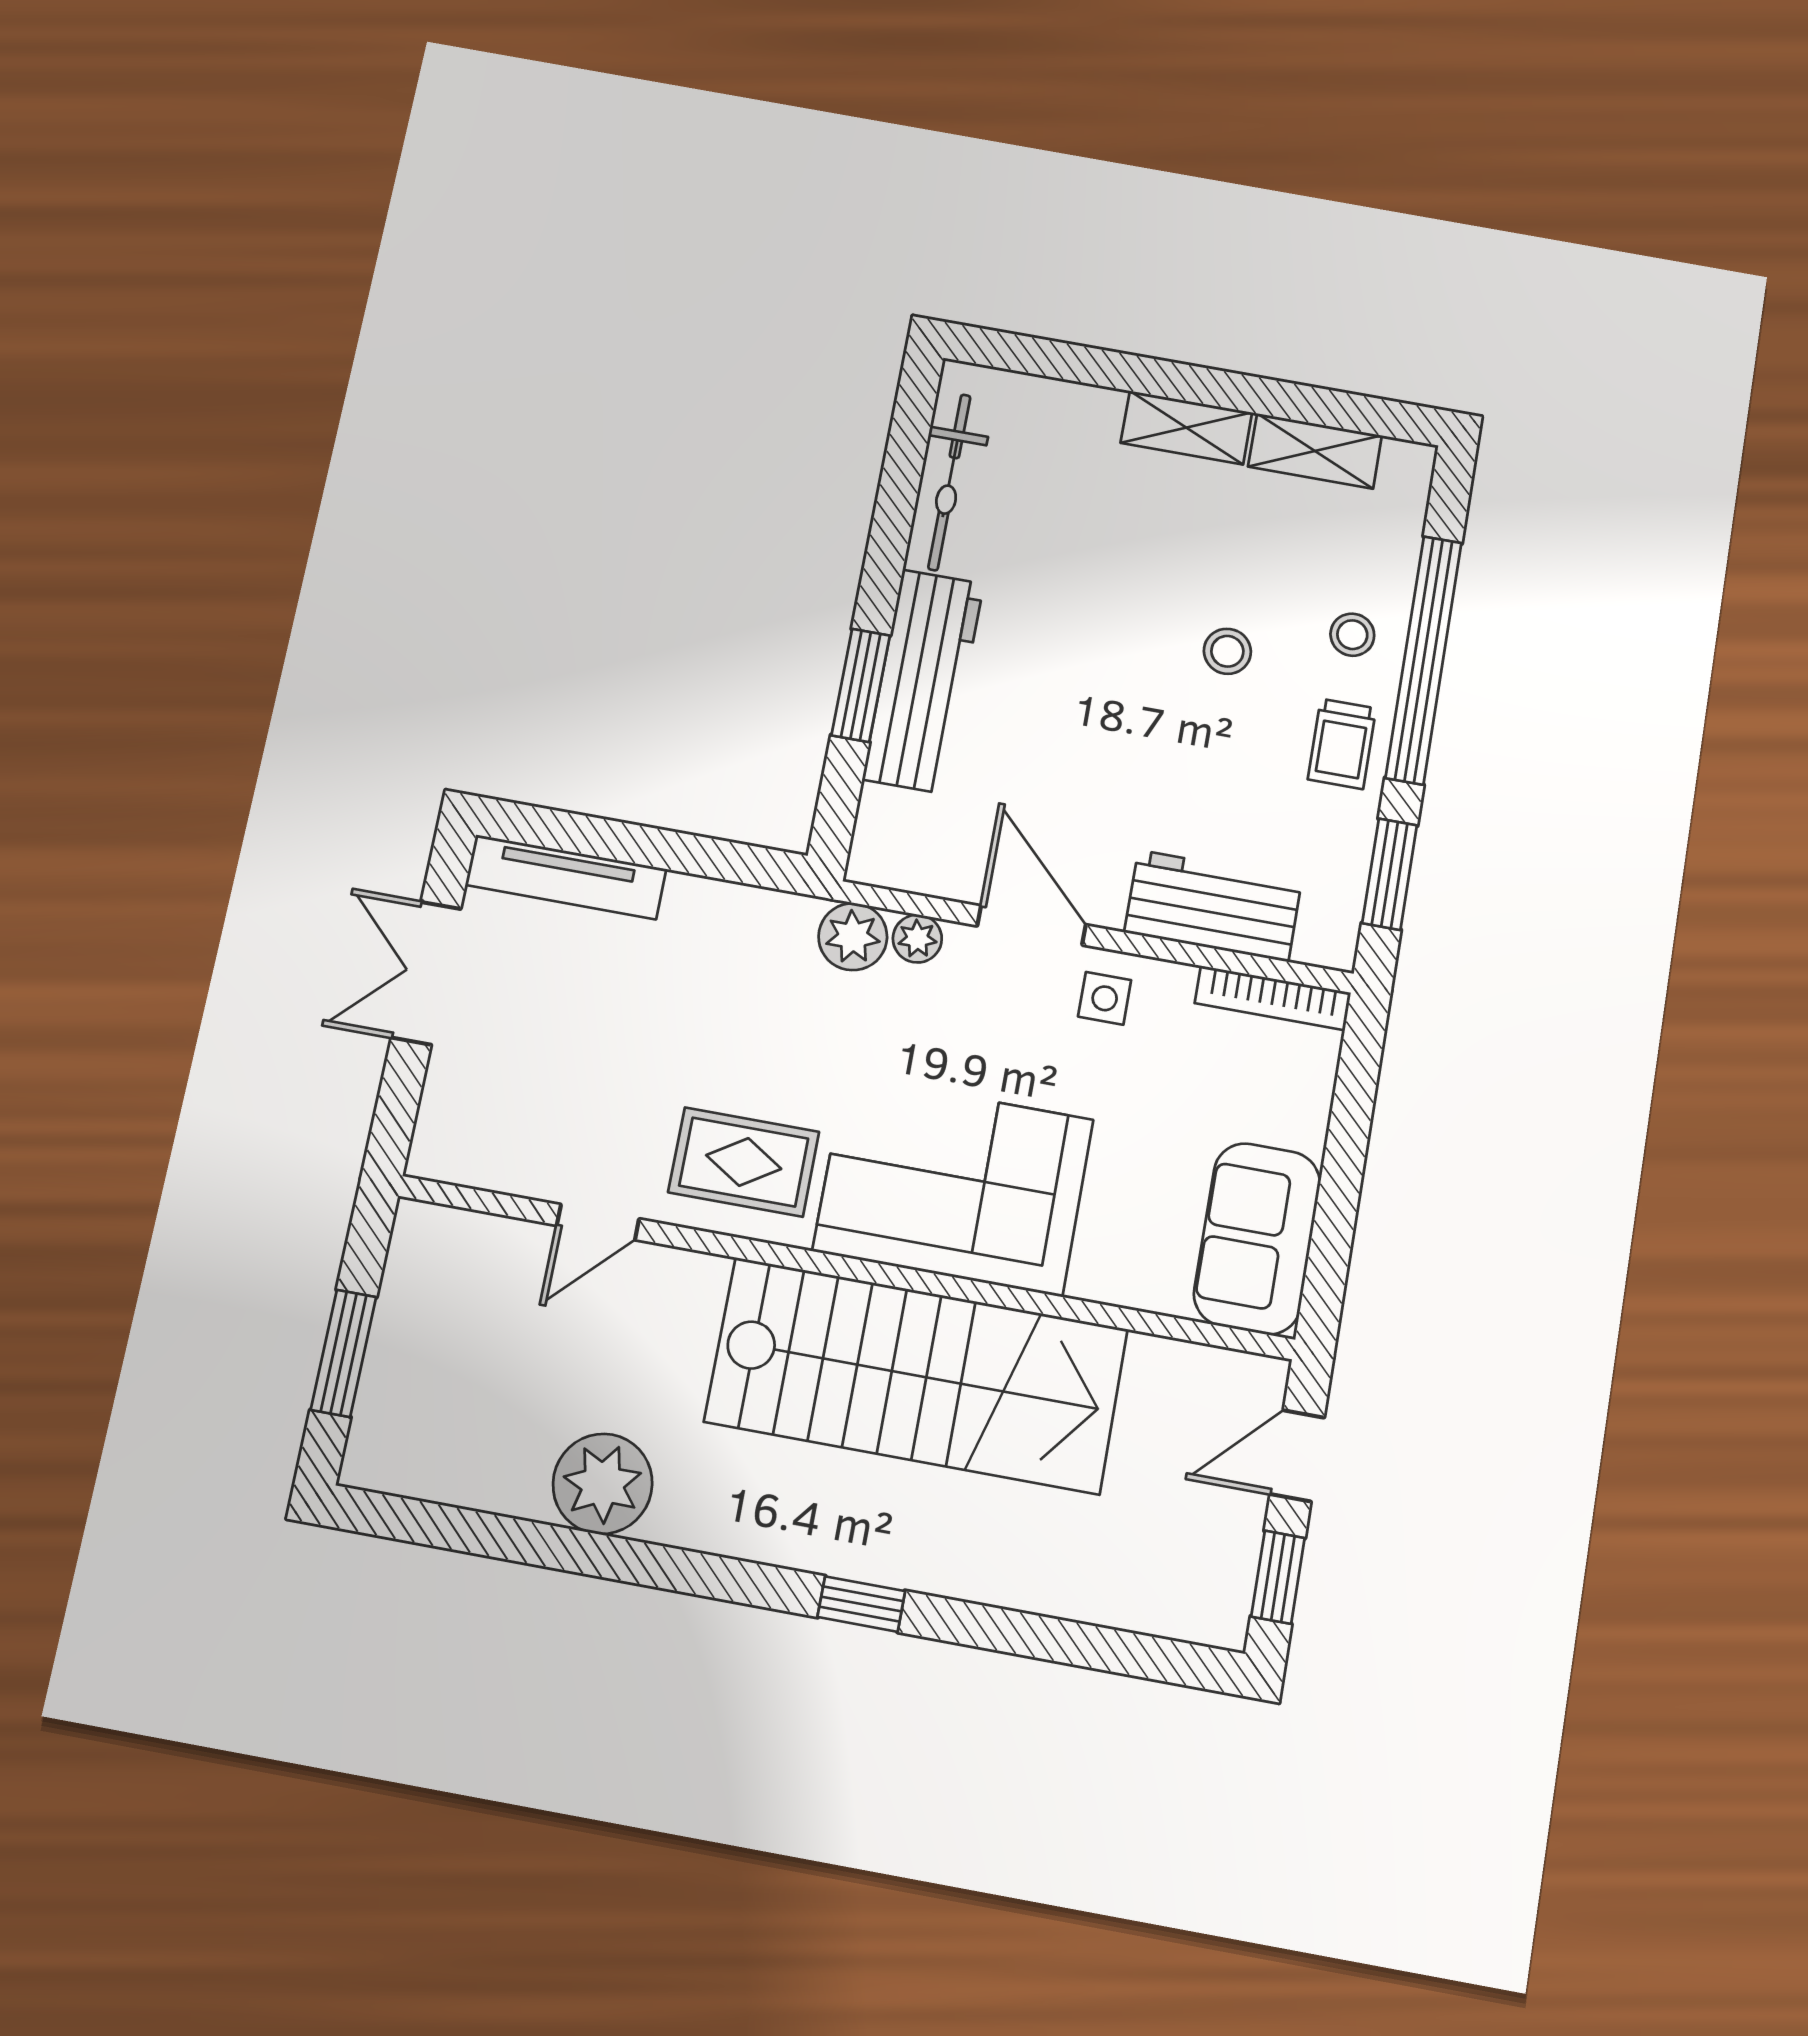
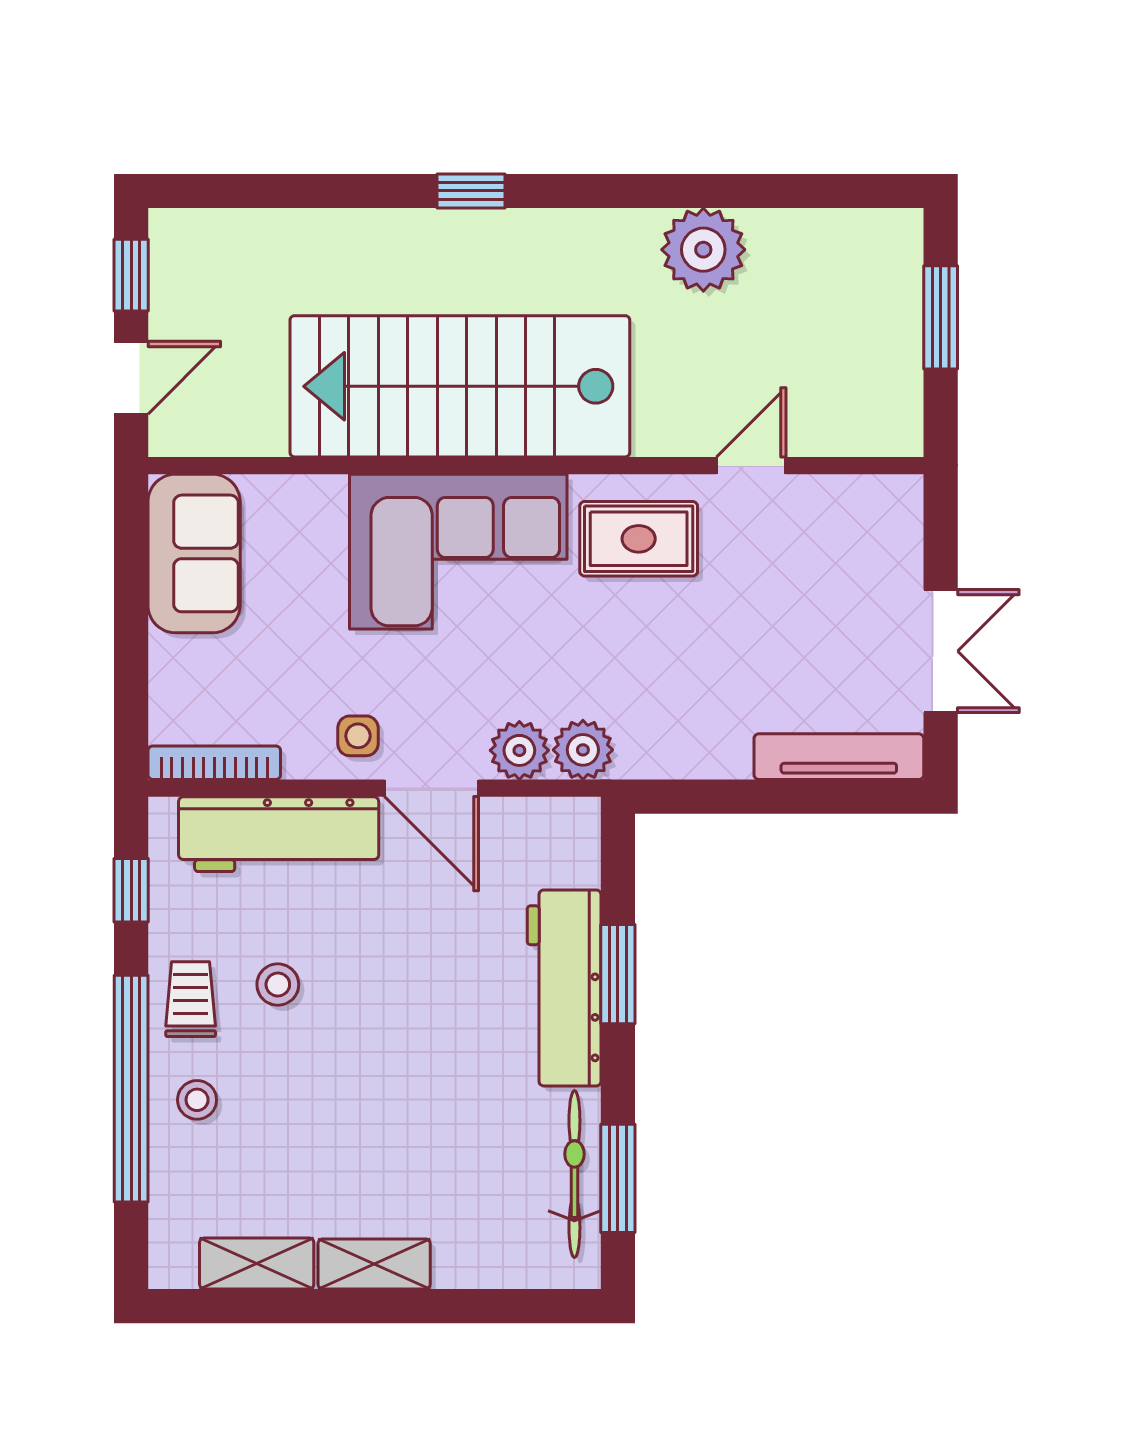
window: (903, 469) -> (618, 1178), added
stool: (1227, 651) -> (278, 985), moved
window: (1390, 874) -> (131, 890), width x0.67
workbench: (1213, 906) -> (279, 834), width x1.38
plant: (917, 939) -> (519, 750), width x1.38, depth x1.38

